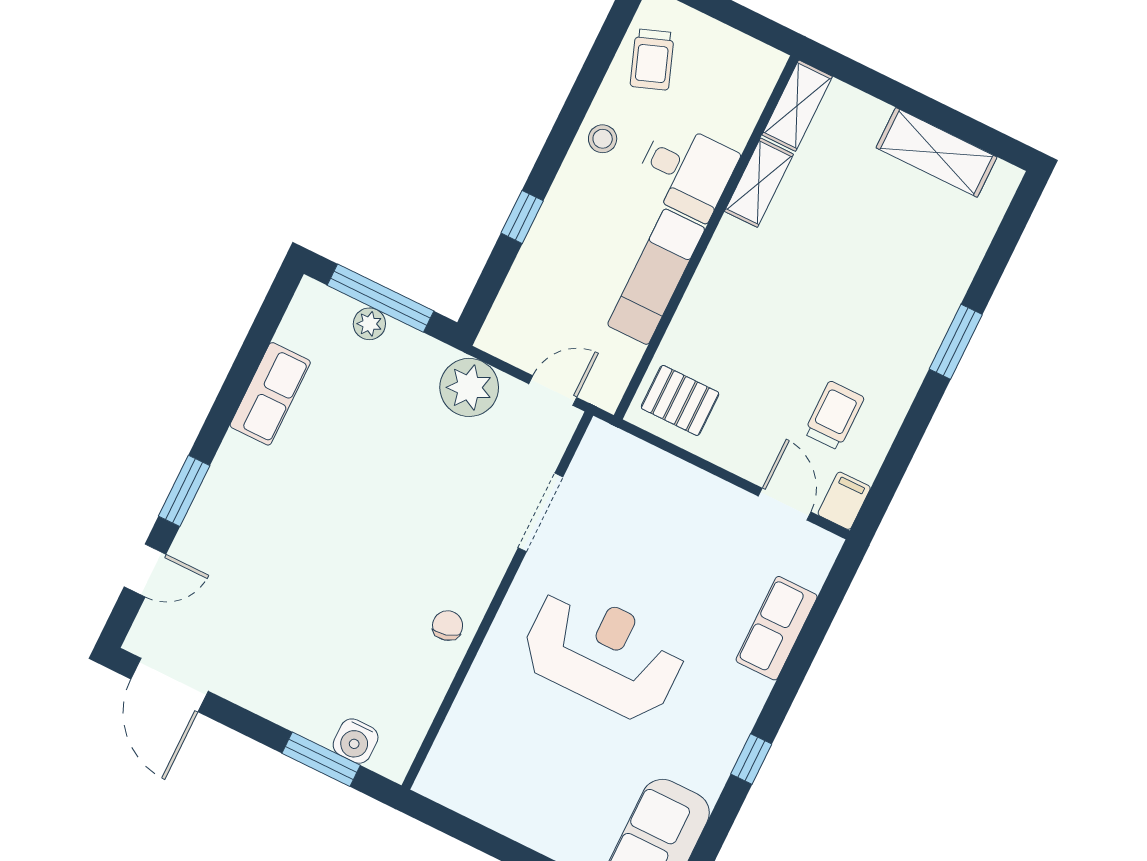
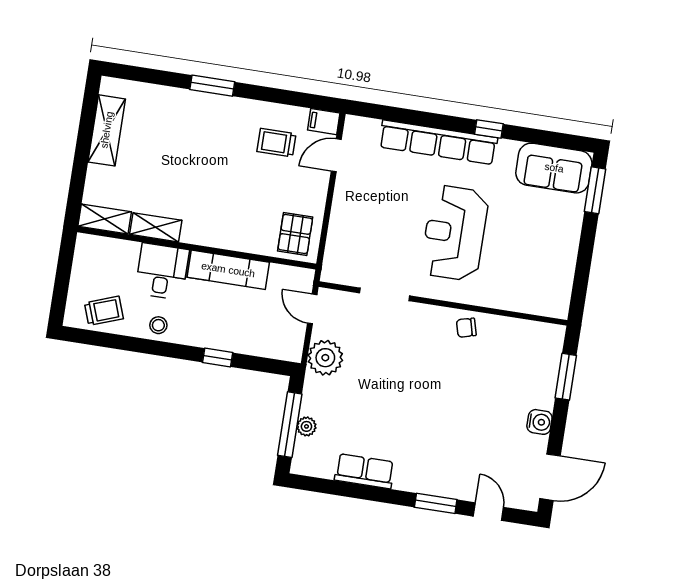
row of seats: (777, 628) -> (438, 142), width x2.02
water cooler: (356, 741) -> (539, 422), moved

